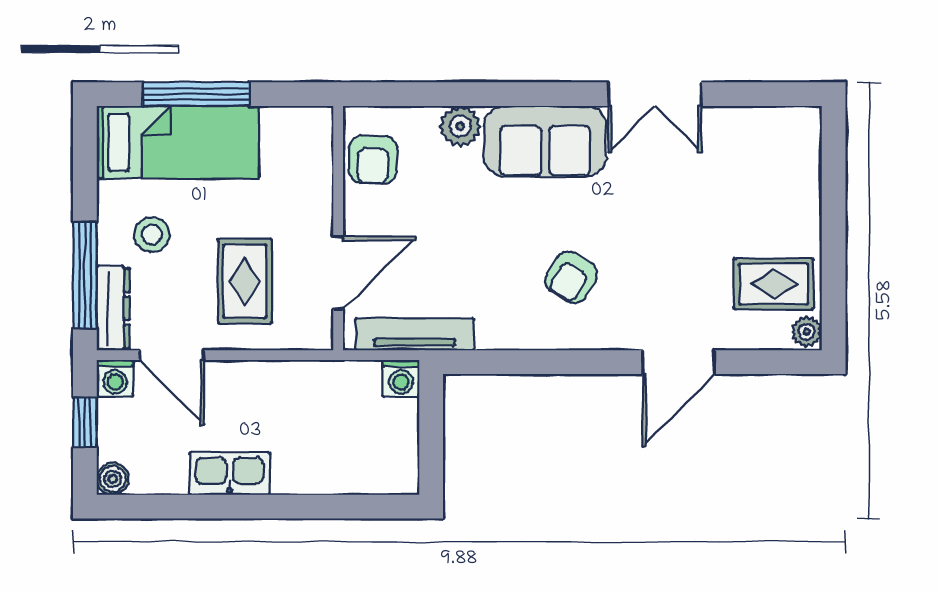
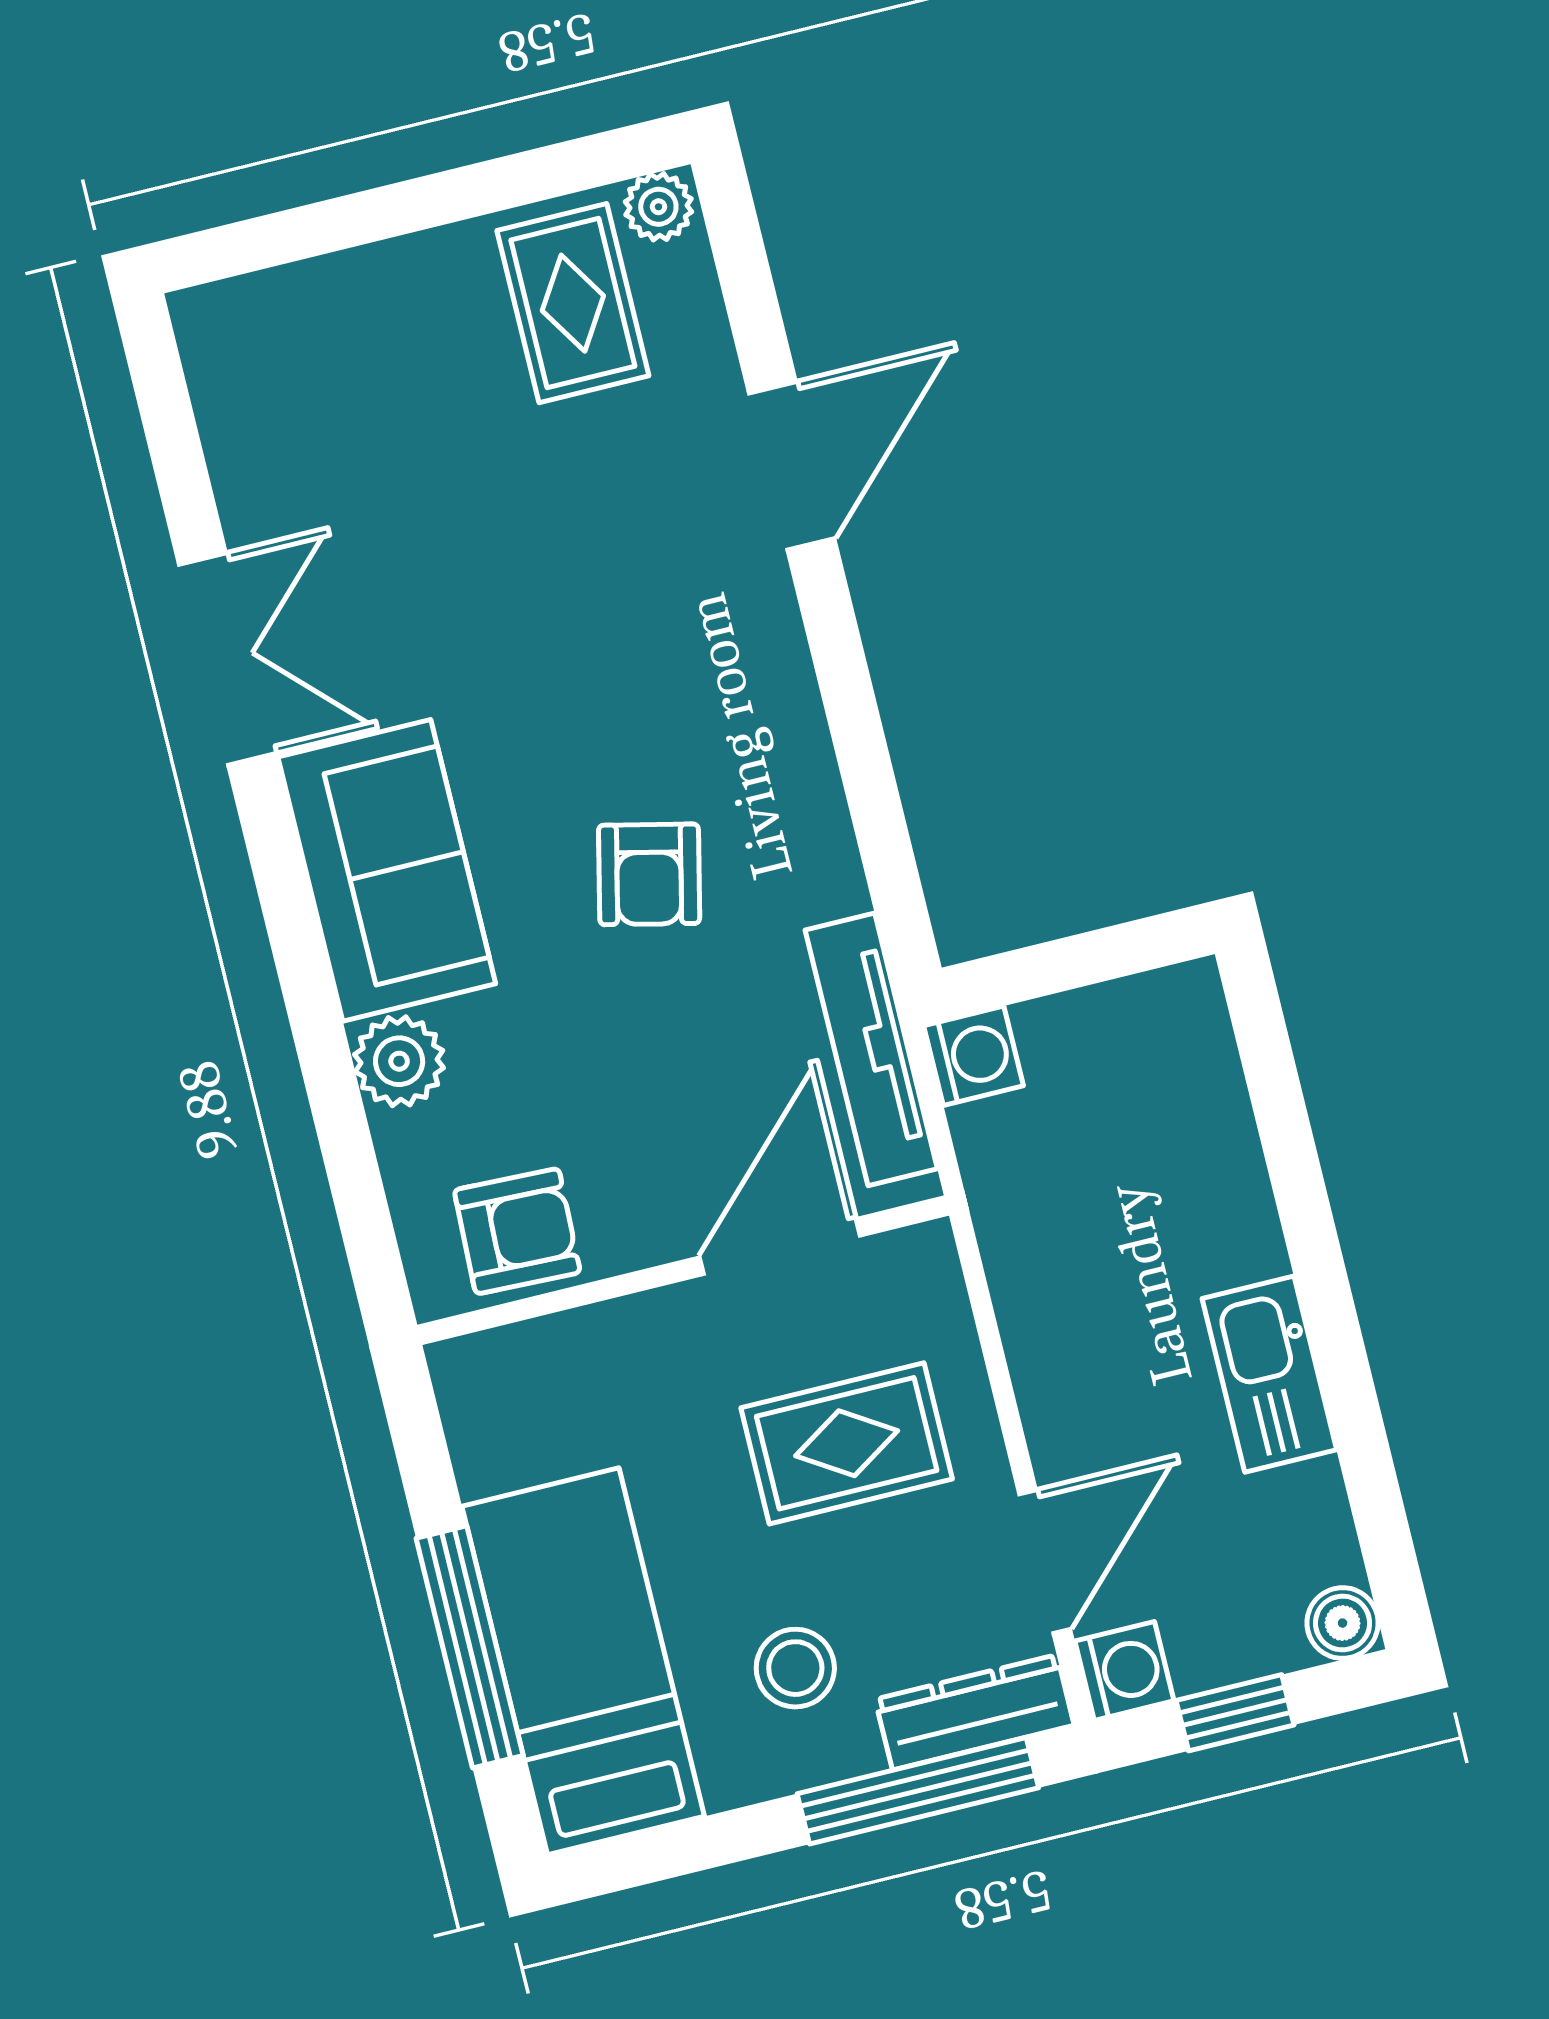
door: (338, 273) -> (780, 1246), hinge flipped
armchair: (571, 277) -> (649, 874), moved, turned 71
door: (679, 362) -> (792, 466), hinge flipped

